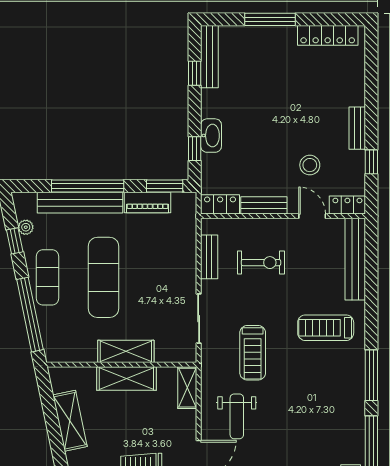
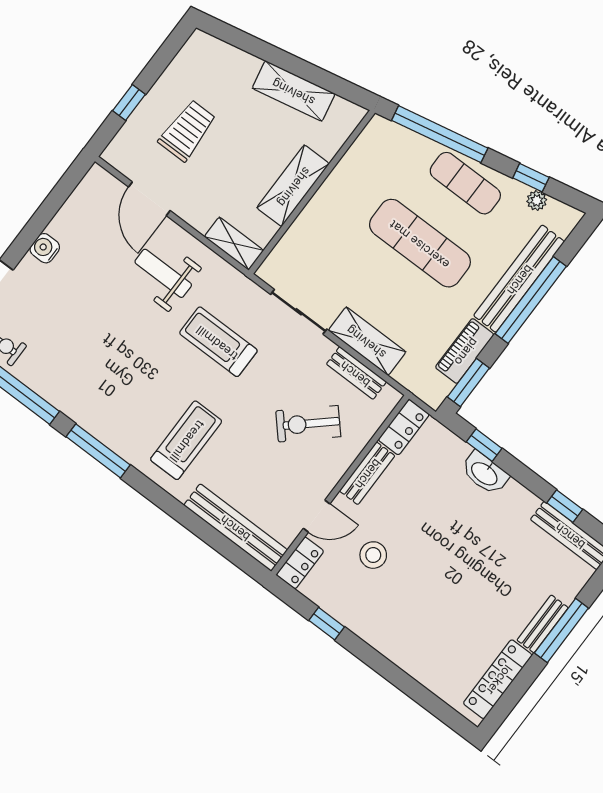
bench: (357, 128) -> (543, 624), moved, turned 90
exercise bike: (261, 263) -> (308, 424), turned 48
shelving: (126, 351) -> (367, 341), moved, turned 90

